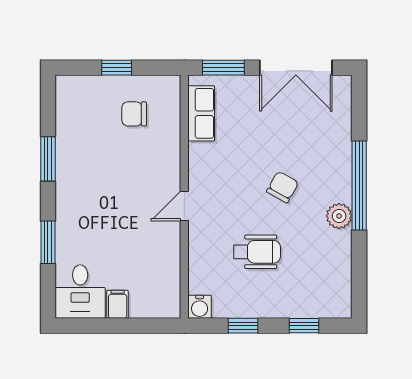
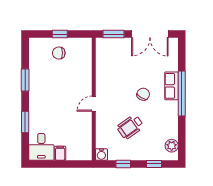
row of seats: (201, 113) -> (171, 86), moved, turned 180
chair: (134, 114) -> (59, 53), moved
plant: (339, 216) -> (172, 146), moved
wheelchair: (257, 252) -> (130, 127), turned 145

